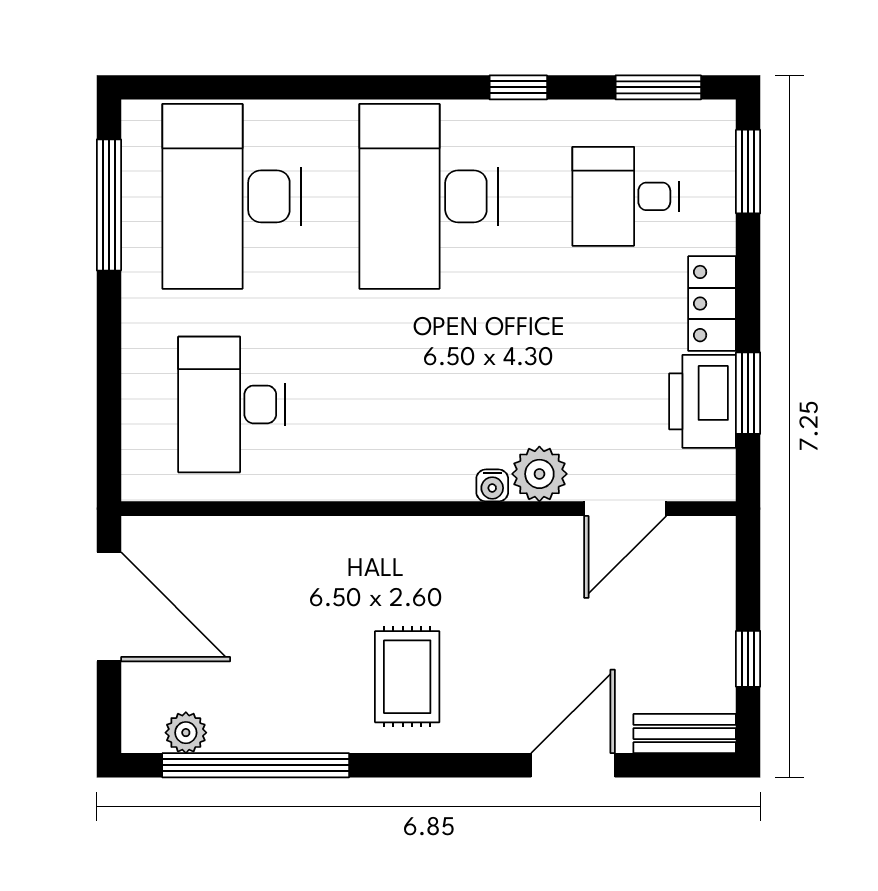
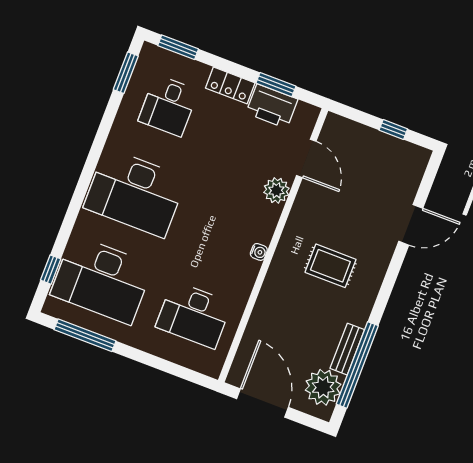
window: (518, 87) -> (51, 270), moved
water cooler: (492, 485) -> (259, 252), moved
door: (109, 607) -> (262, 403), hinge flipped
rug: (407, 677) -> (330, 266), moved
plant: (186, 733) -> (323, 387), width x1.87, depth x1.87
bench: (685, 734) -> (347, 349), moved
door: (573, 765) -> (411, 225), swing flipped

